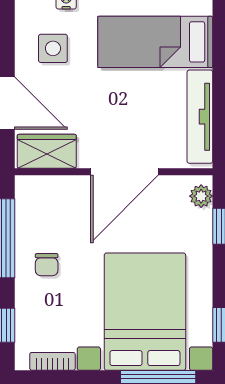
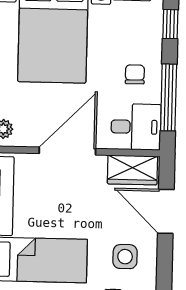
desk: (44, 202) -> (136, 127), added

